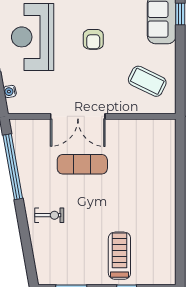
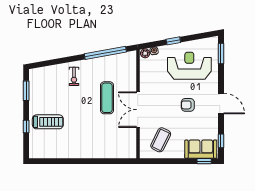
plant: (14, 105) -> (145, 53), added
double door: (78, 116) -> (138, 110), moved

